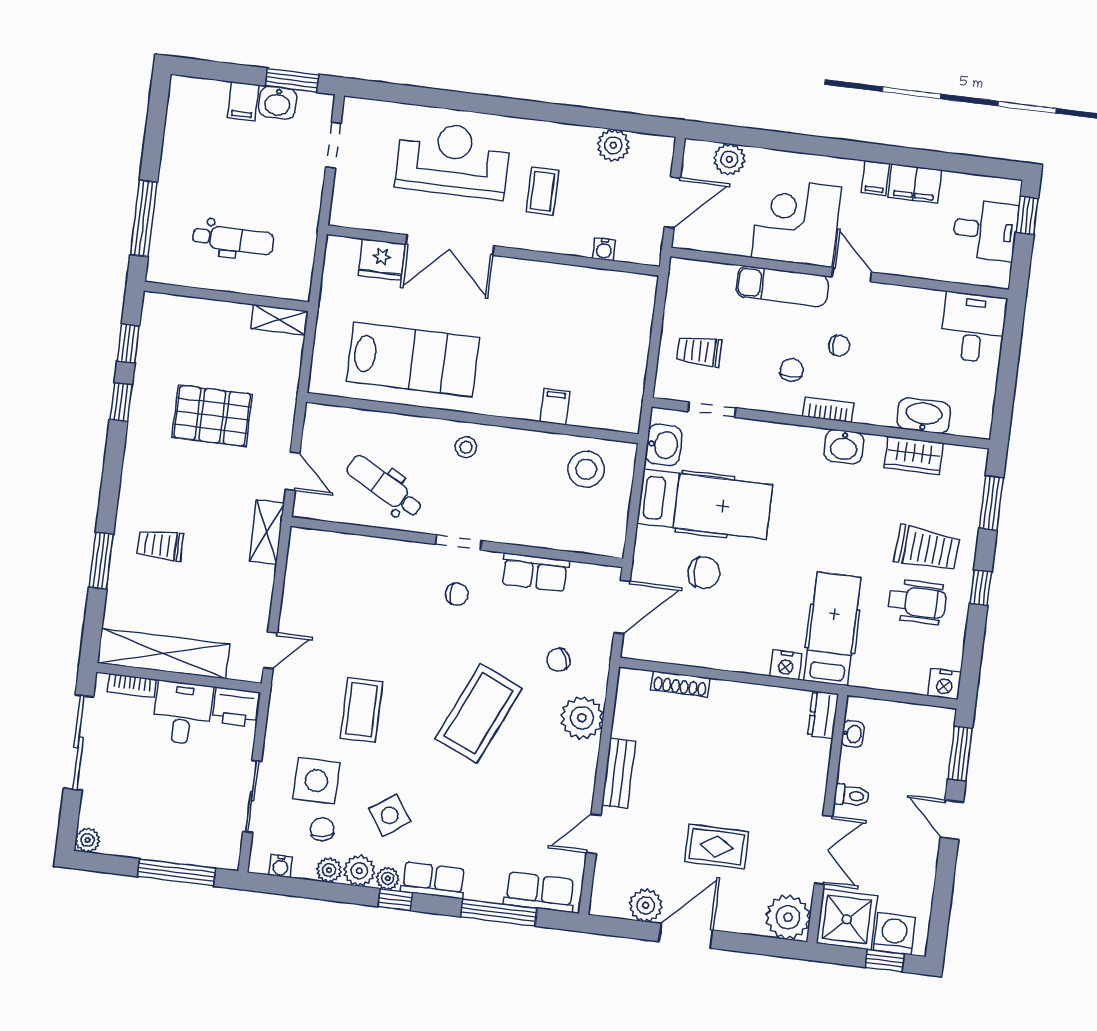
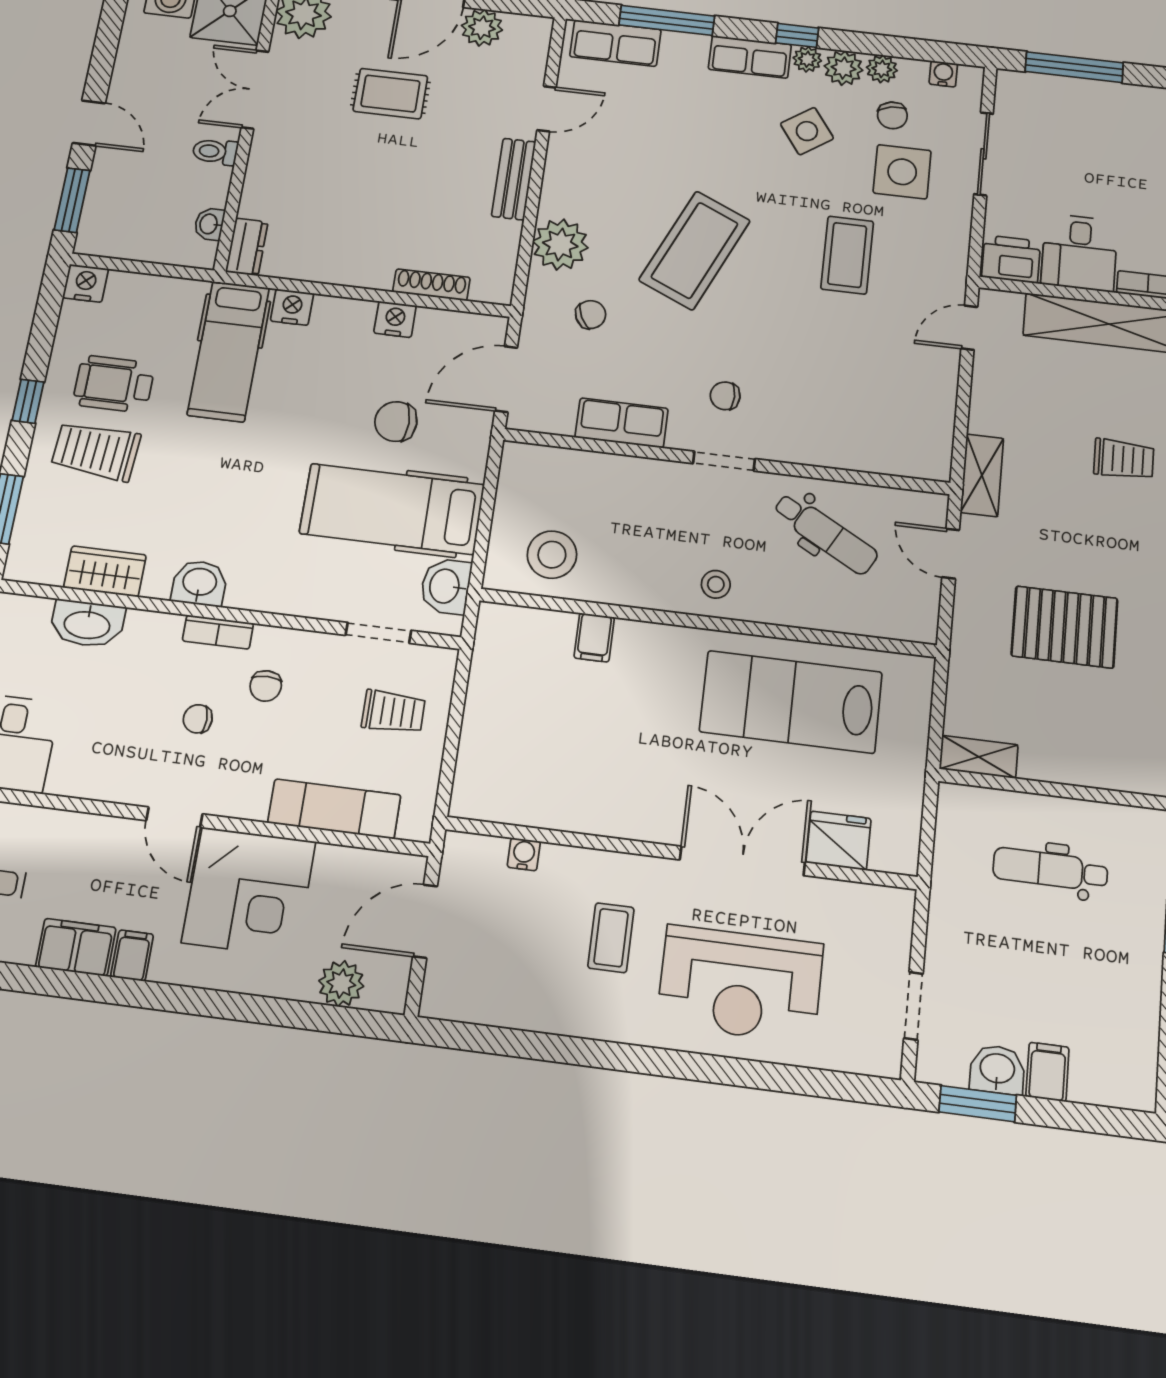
plant: (613, 145) -> (508, 1005), removed
exam couch: (782, 286) -> (334, 809), moved
nightstand: (707, 655) -> (395, 319), added

